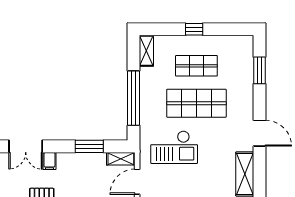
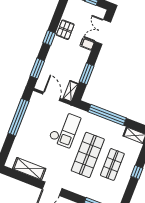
checkout: (174, 147) -> (65, 129), turned 180

